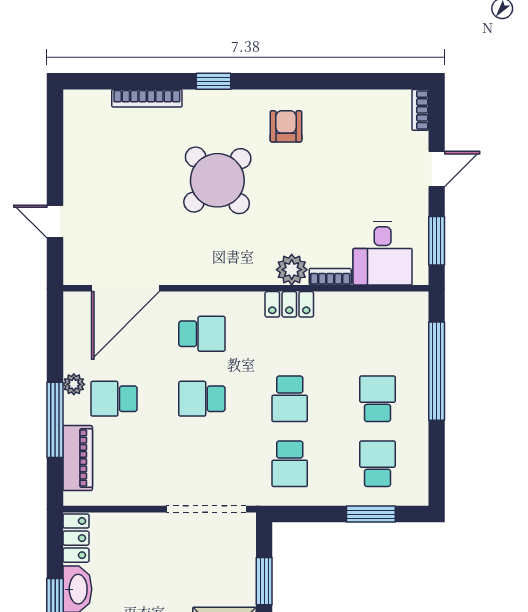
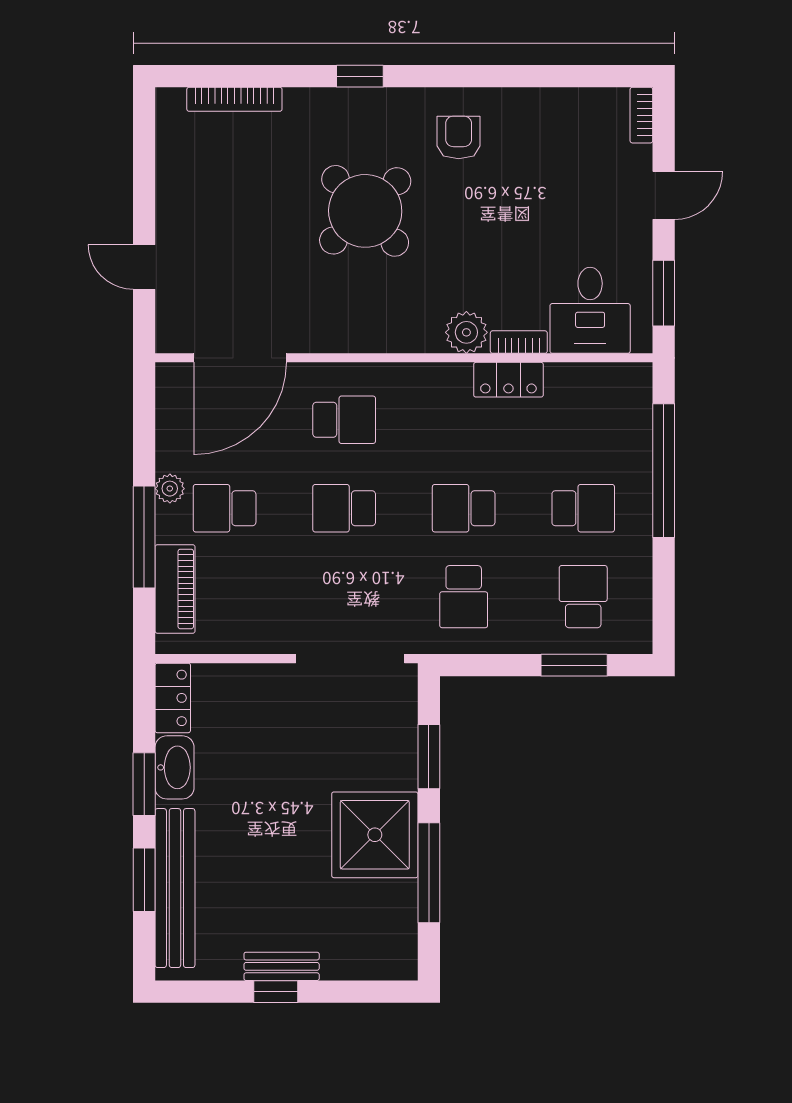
bookcase: (147, 98) -> (234, 99), moved
locker: (289, 304) -> (508, 380), moved
school desk: (290, 399) -> (464, 508), turned 90
school desk: (378, 399) -> (583, 508), turned 90

